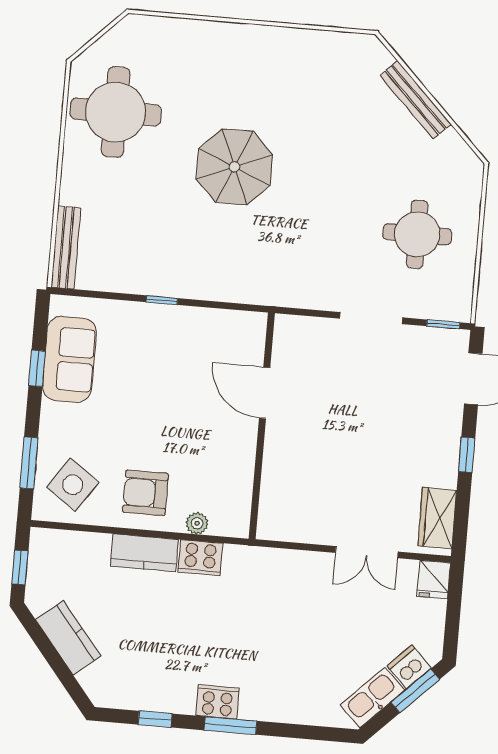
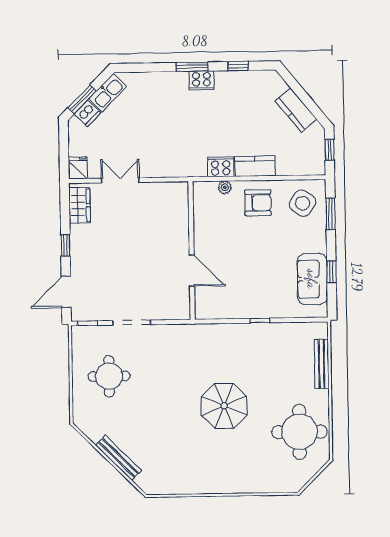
bench: (66, 247) -> (322, 364), moved

